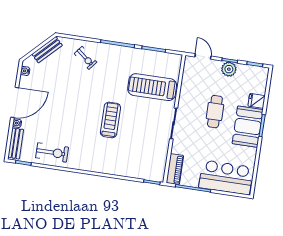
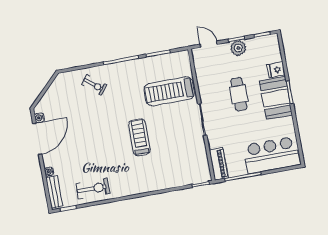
bench: (47, 50) -> (54, 90), removed
door: (15, 102) -> (37, 139), moved

